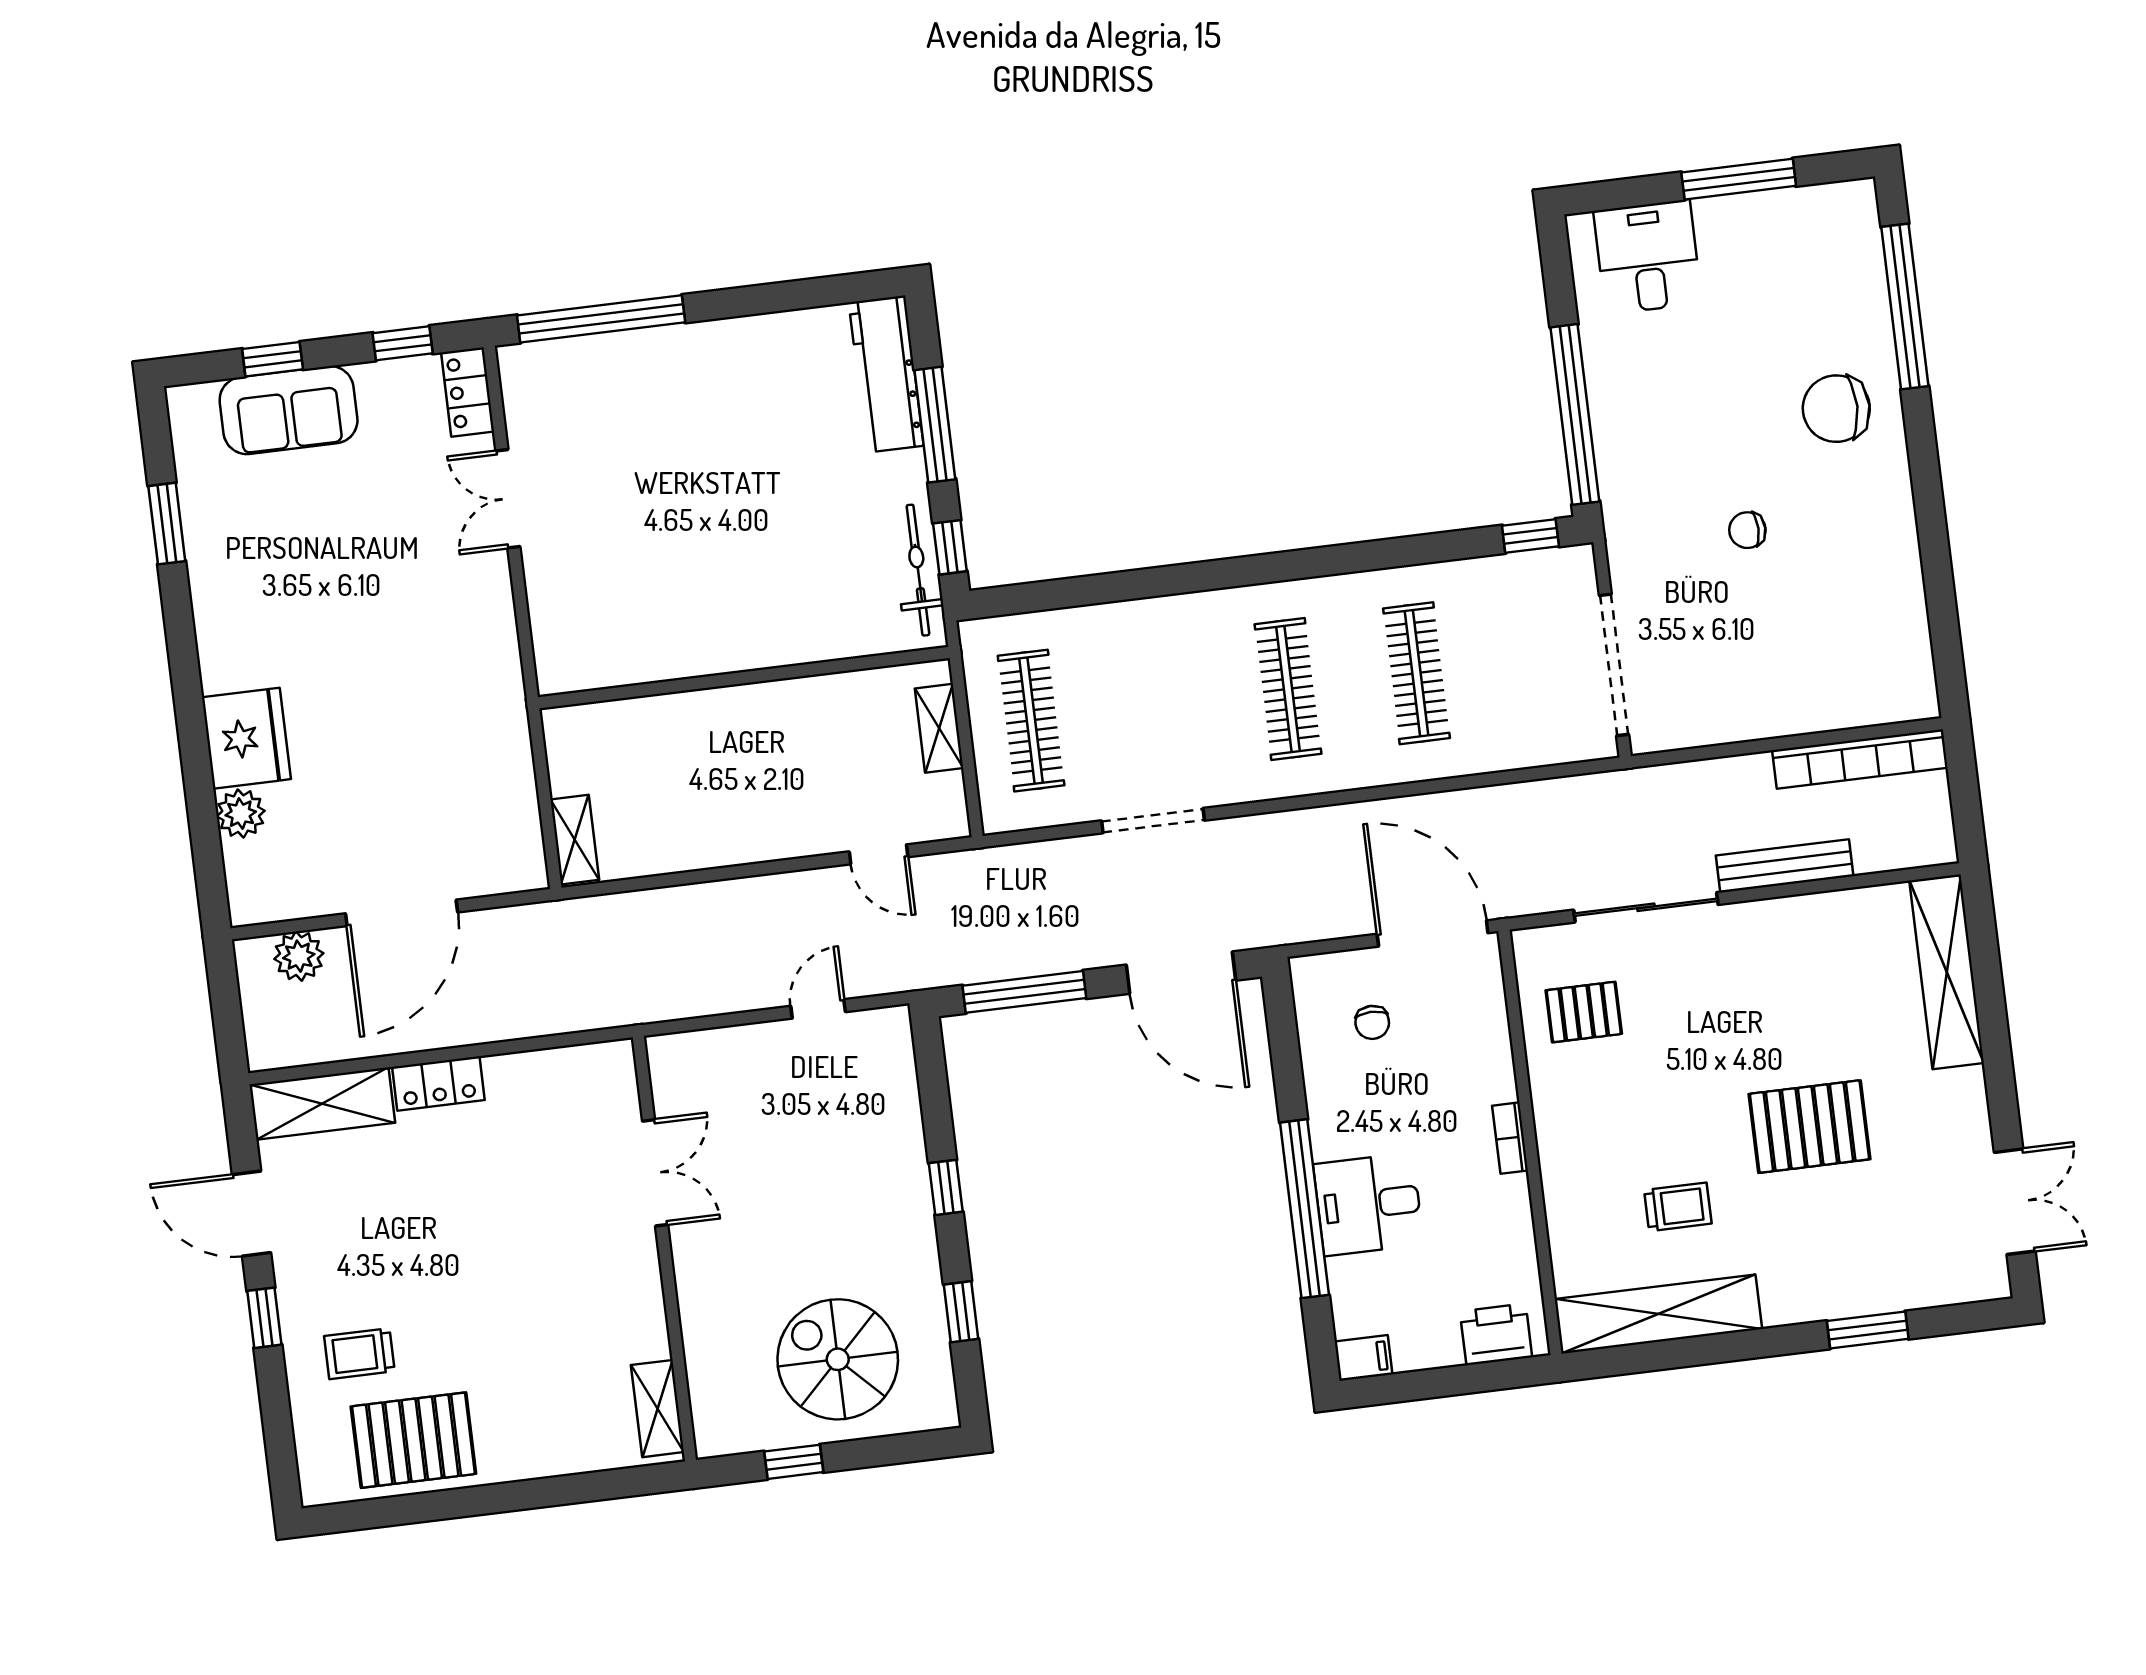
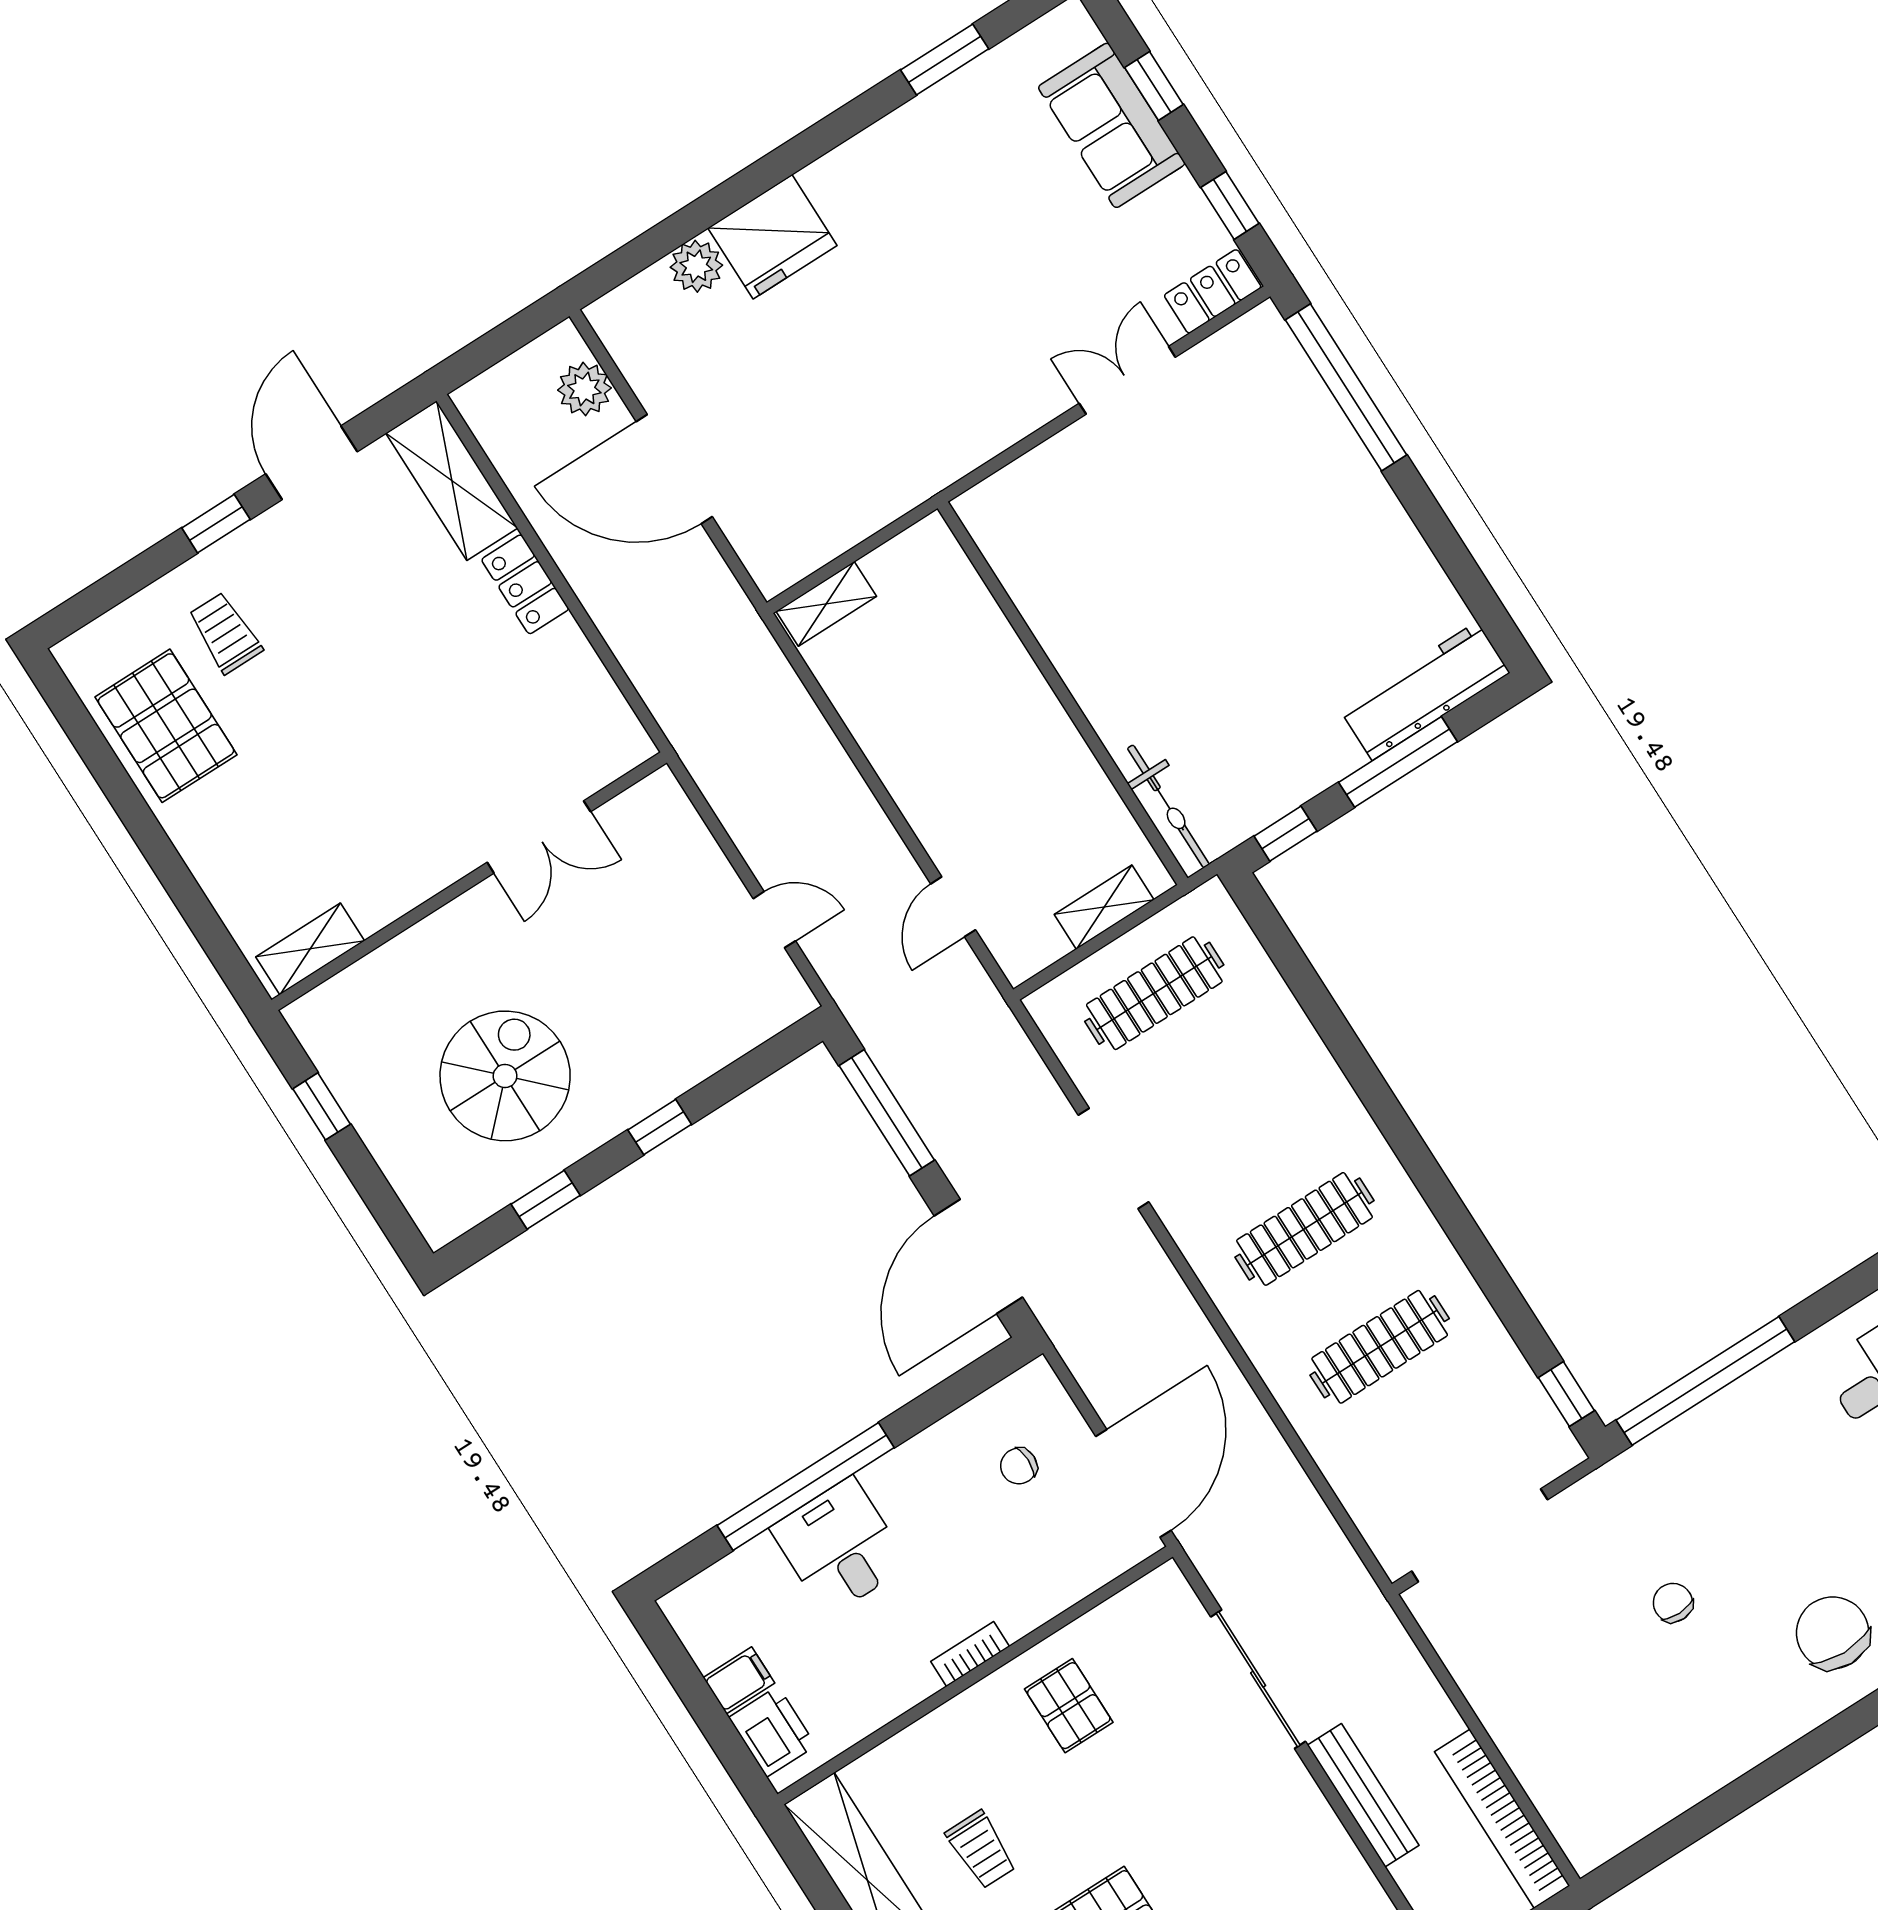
bicycle: (918, 570) -> (1168, 806), moved, turned 90
pallet: (1584, 1012) -> (1069, 1706), moved
filing cabinet: (1363, 1358) -> (739, 1680), moved, turned -90
spiral stairs: (838, 1359) -> (505, 1076), moved

